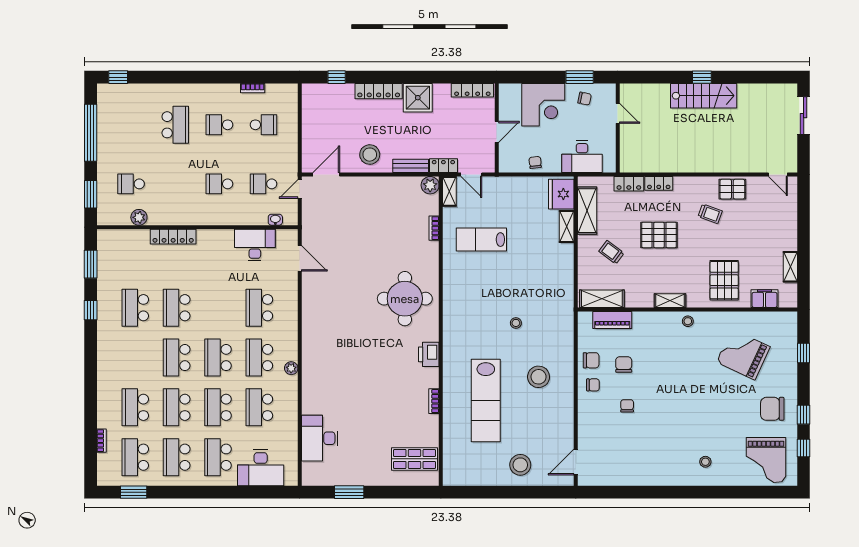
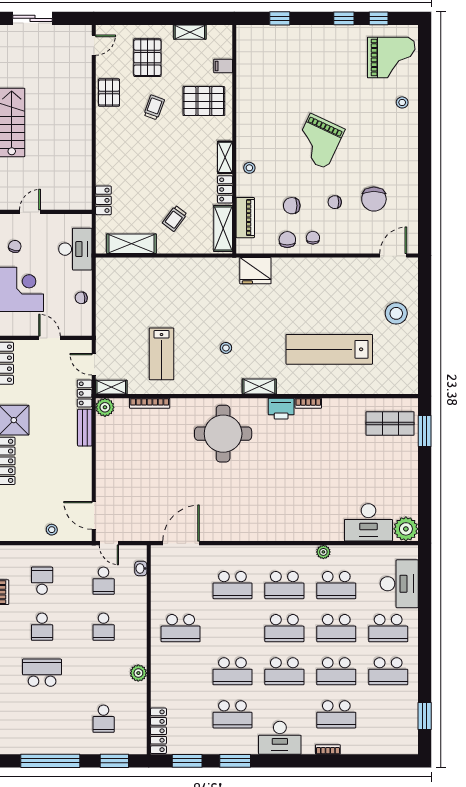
stool: (370, 155) -> (52, 530), moved, width x0.53, depth x0.53
door: (471, 174) -> (94, 364), swing flipped
locker: (659, 183) -> (225, 189), moved, turned 180
fridge: (561, 194) -> (255, 271), moved
trolley: (710, 214) -> (154, 107), moved
plant: (139, 217) -> (138, 673), moved
shelving: (567, 226) -> (259, 387), moved
bookcase: (434, 228) -> (150, 403), width x1.56
pallet: (659, 235) -> (147, 58), moved
locker: (173, 237) -> (158, 731), moved
desk: (255, 245) -> (280, 738), moved, turned -90
door: (300, 258) -> (181, 543), width x1.36
filing cabinet: (764, 299) -> (223, 66), width x0.50
window: (91, 310) -> (235, 761), width x1.50
stool: (688, 321) -> (249, 168), moved
stool: (516, 323) -> (226, 348), moved
grand piano: (743, 354) -> (318, 141), moved
plant: (291, 368) -> (323, 552), moved
stool: (539, 377) -> (304, 294), removed
bookcase: (434, 401) -> (308, 403), moved
lab bench: (486, 401) -> (329, 349), turned 180
chair: (772, 409) -> (374, 199), moved
bookcase: (102, 441) -> (328, 749), moved
school desk: (135, 457) -> (181, 628), moved
shop shelf: (415, 459) -> (390, 424), turned 90
door: (576, 462) -> (393, 256), swing flipped
stool: (705, 462) -> (402, 102), moved
plant: (313, 474) -> (406, 529), added
window: (349, 492) -> (425, 431), moved

